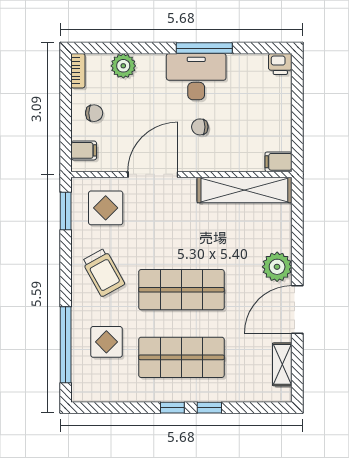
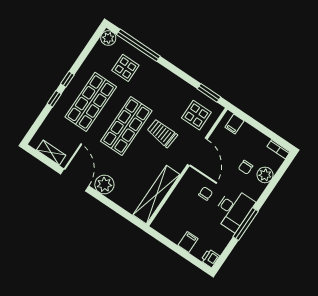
chair: (94, 113) -> (246, 167), moved
filing cabinet: (278, 162) -> (188, 242), moved
trolley: (103, 272) -> (162, 133), moved, turned 34
plant: (83, 391) -> (108, 38), added

